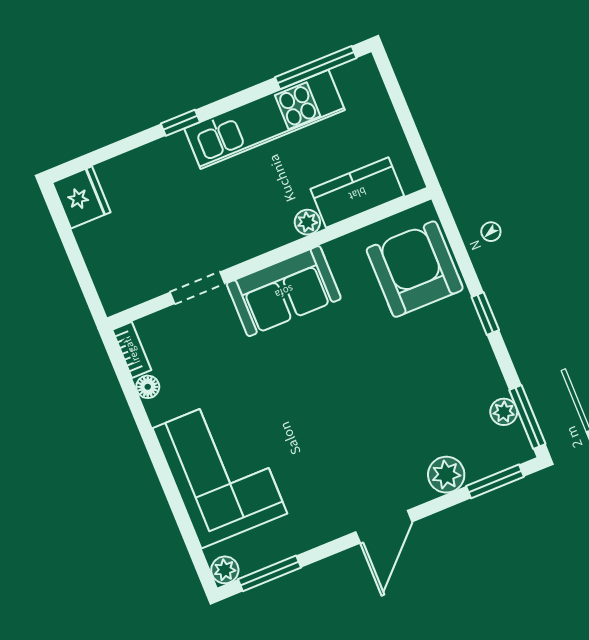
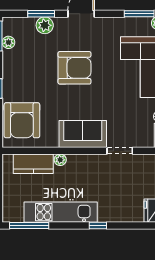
armchair: (353, 415) -> (74, 68), added
window: (495, 481) -> (41, 14), moved

